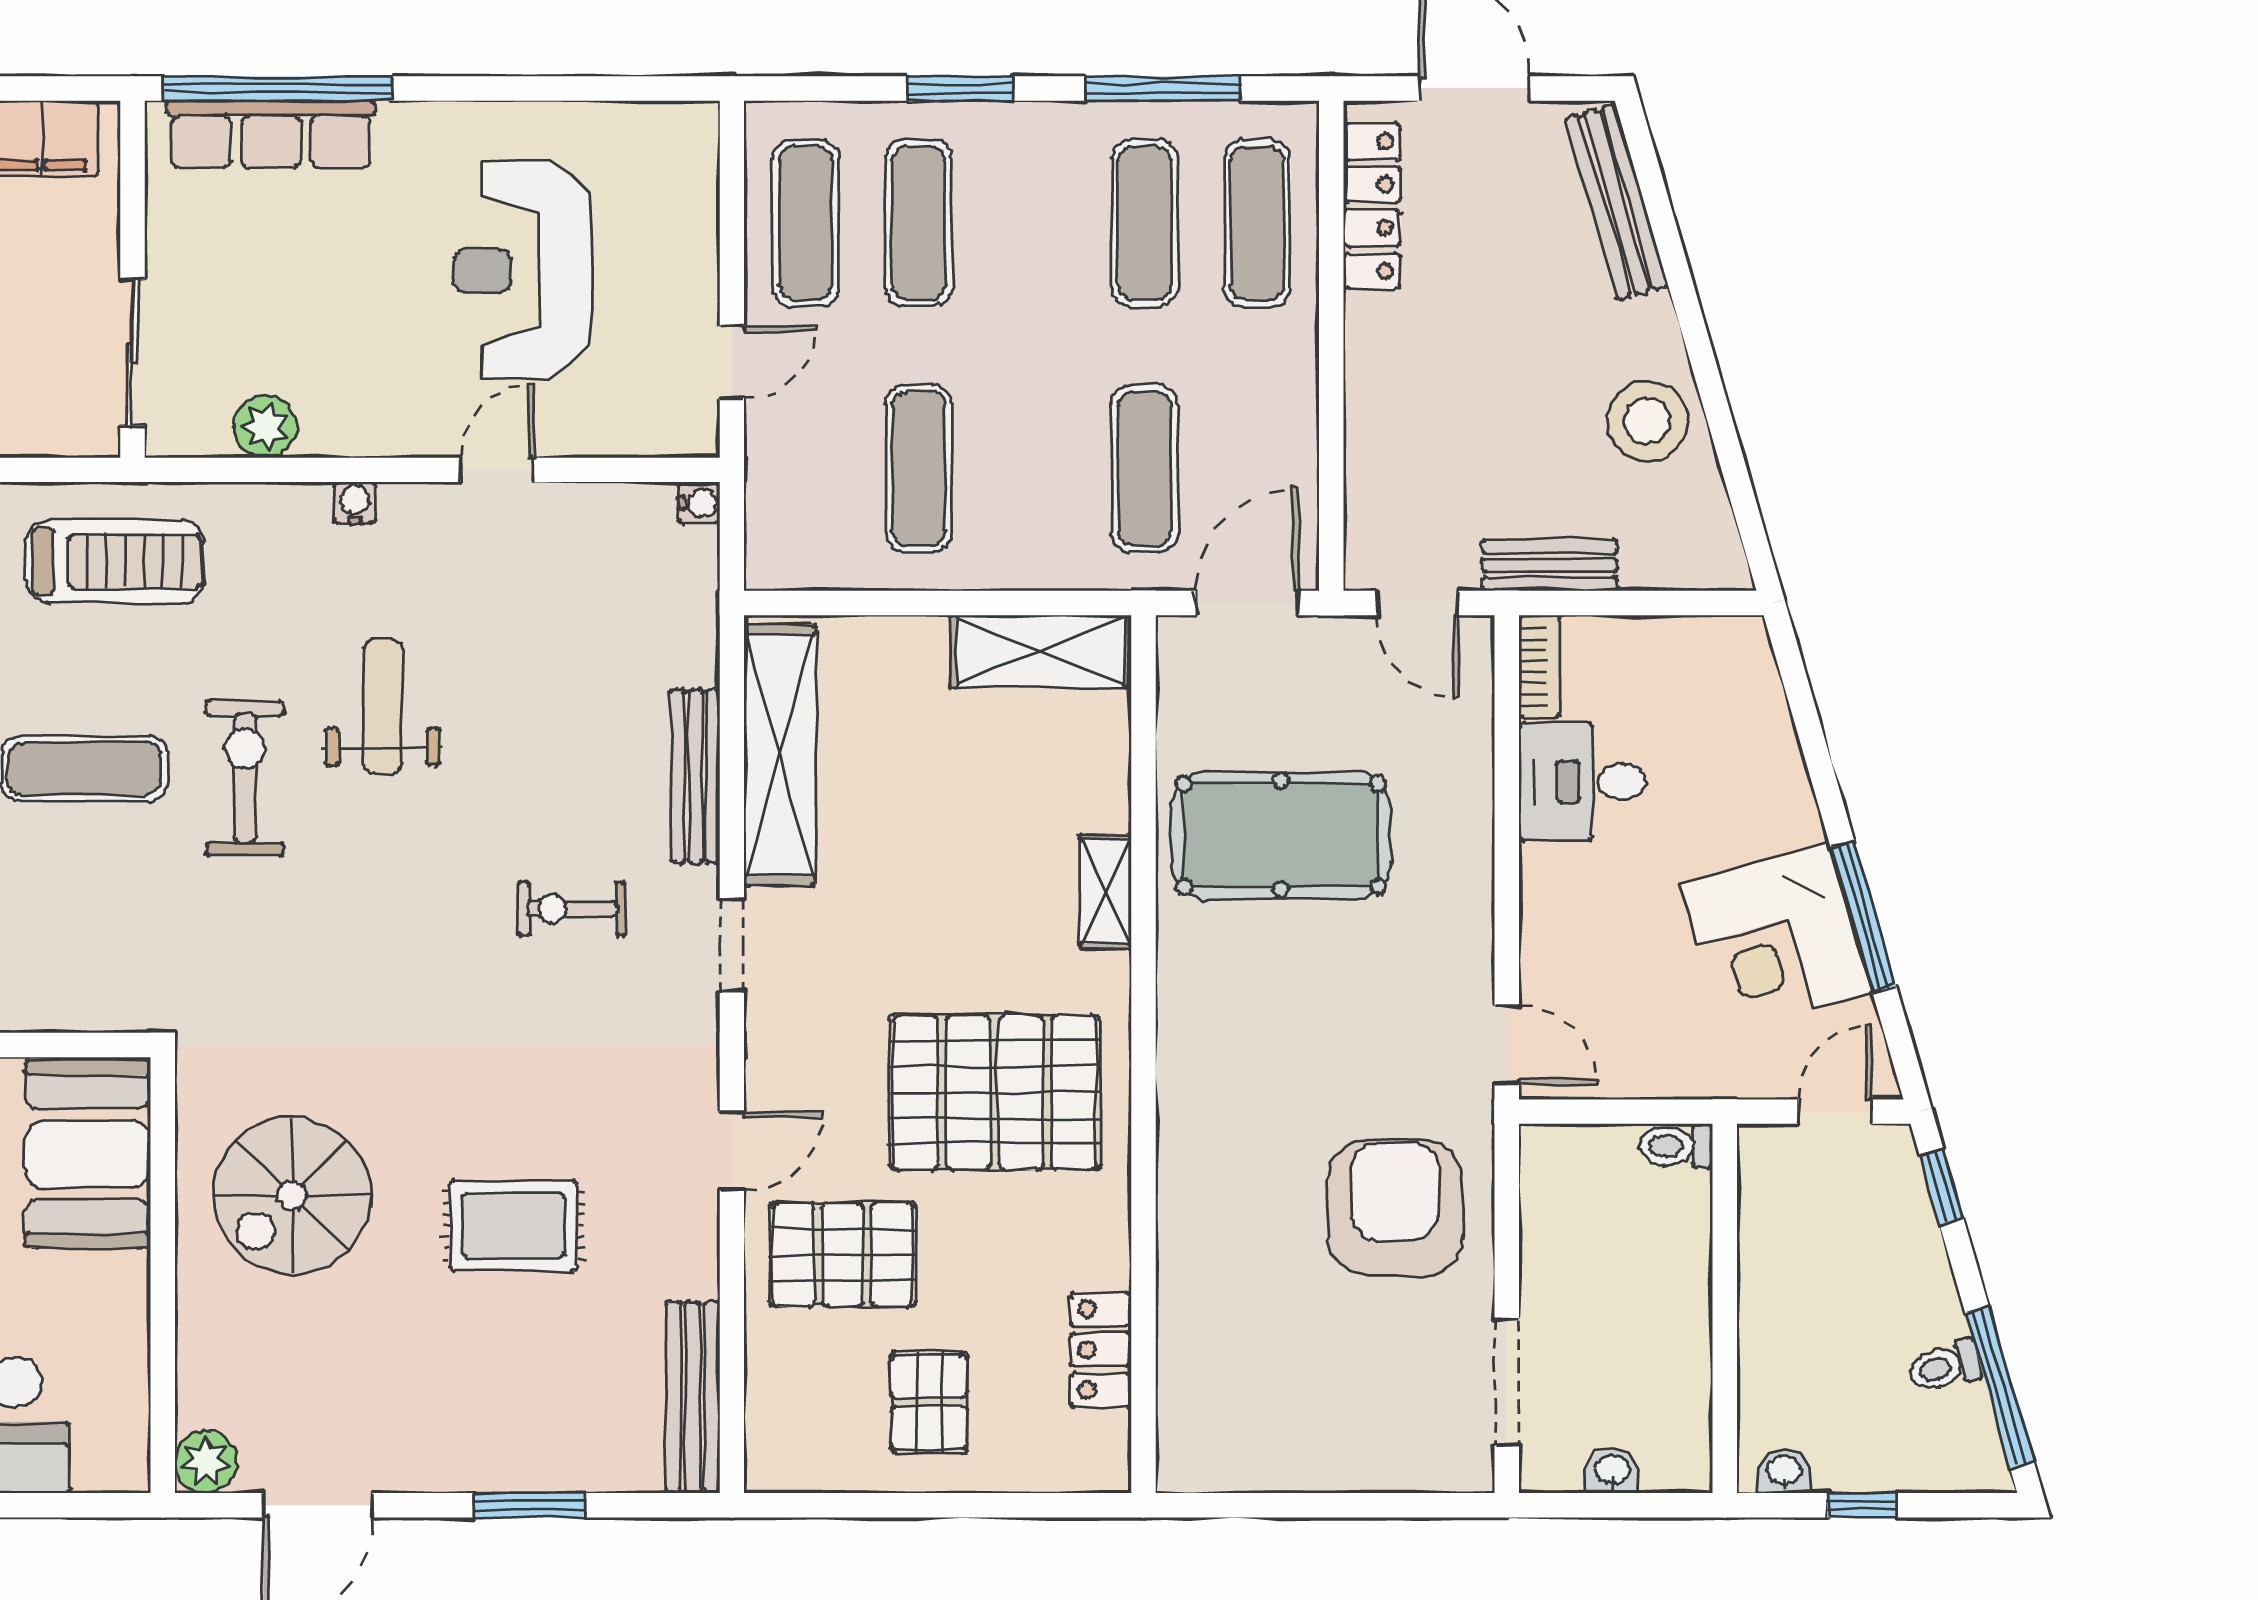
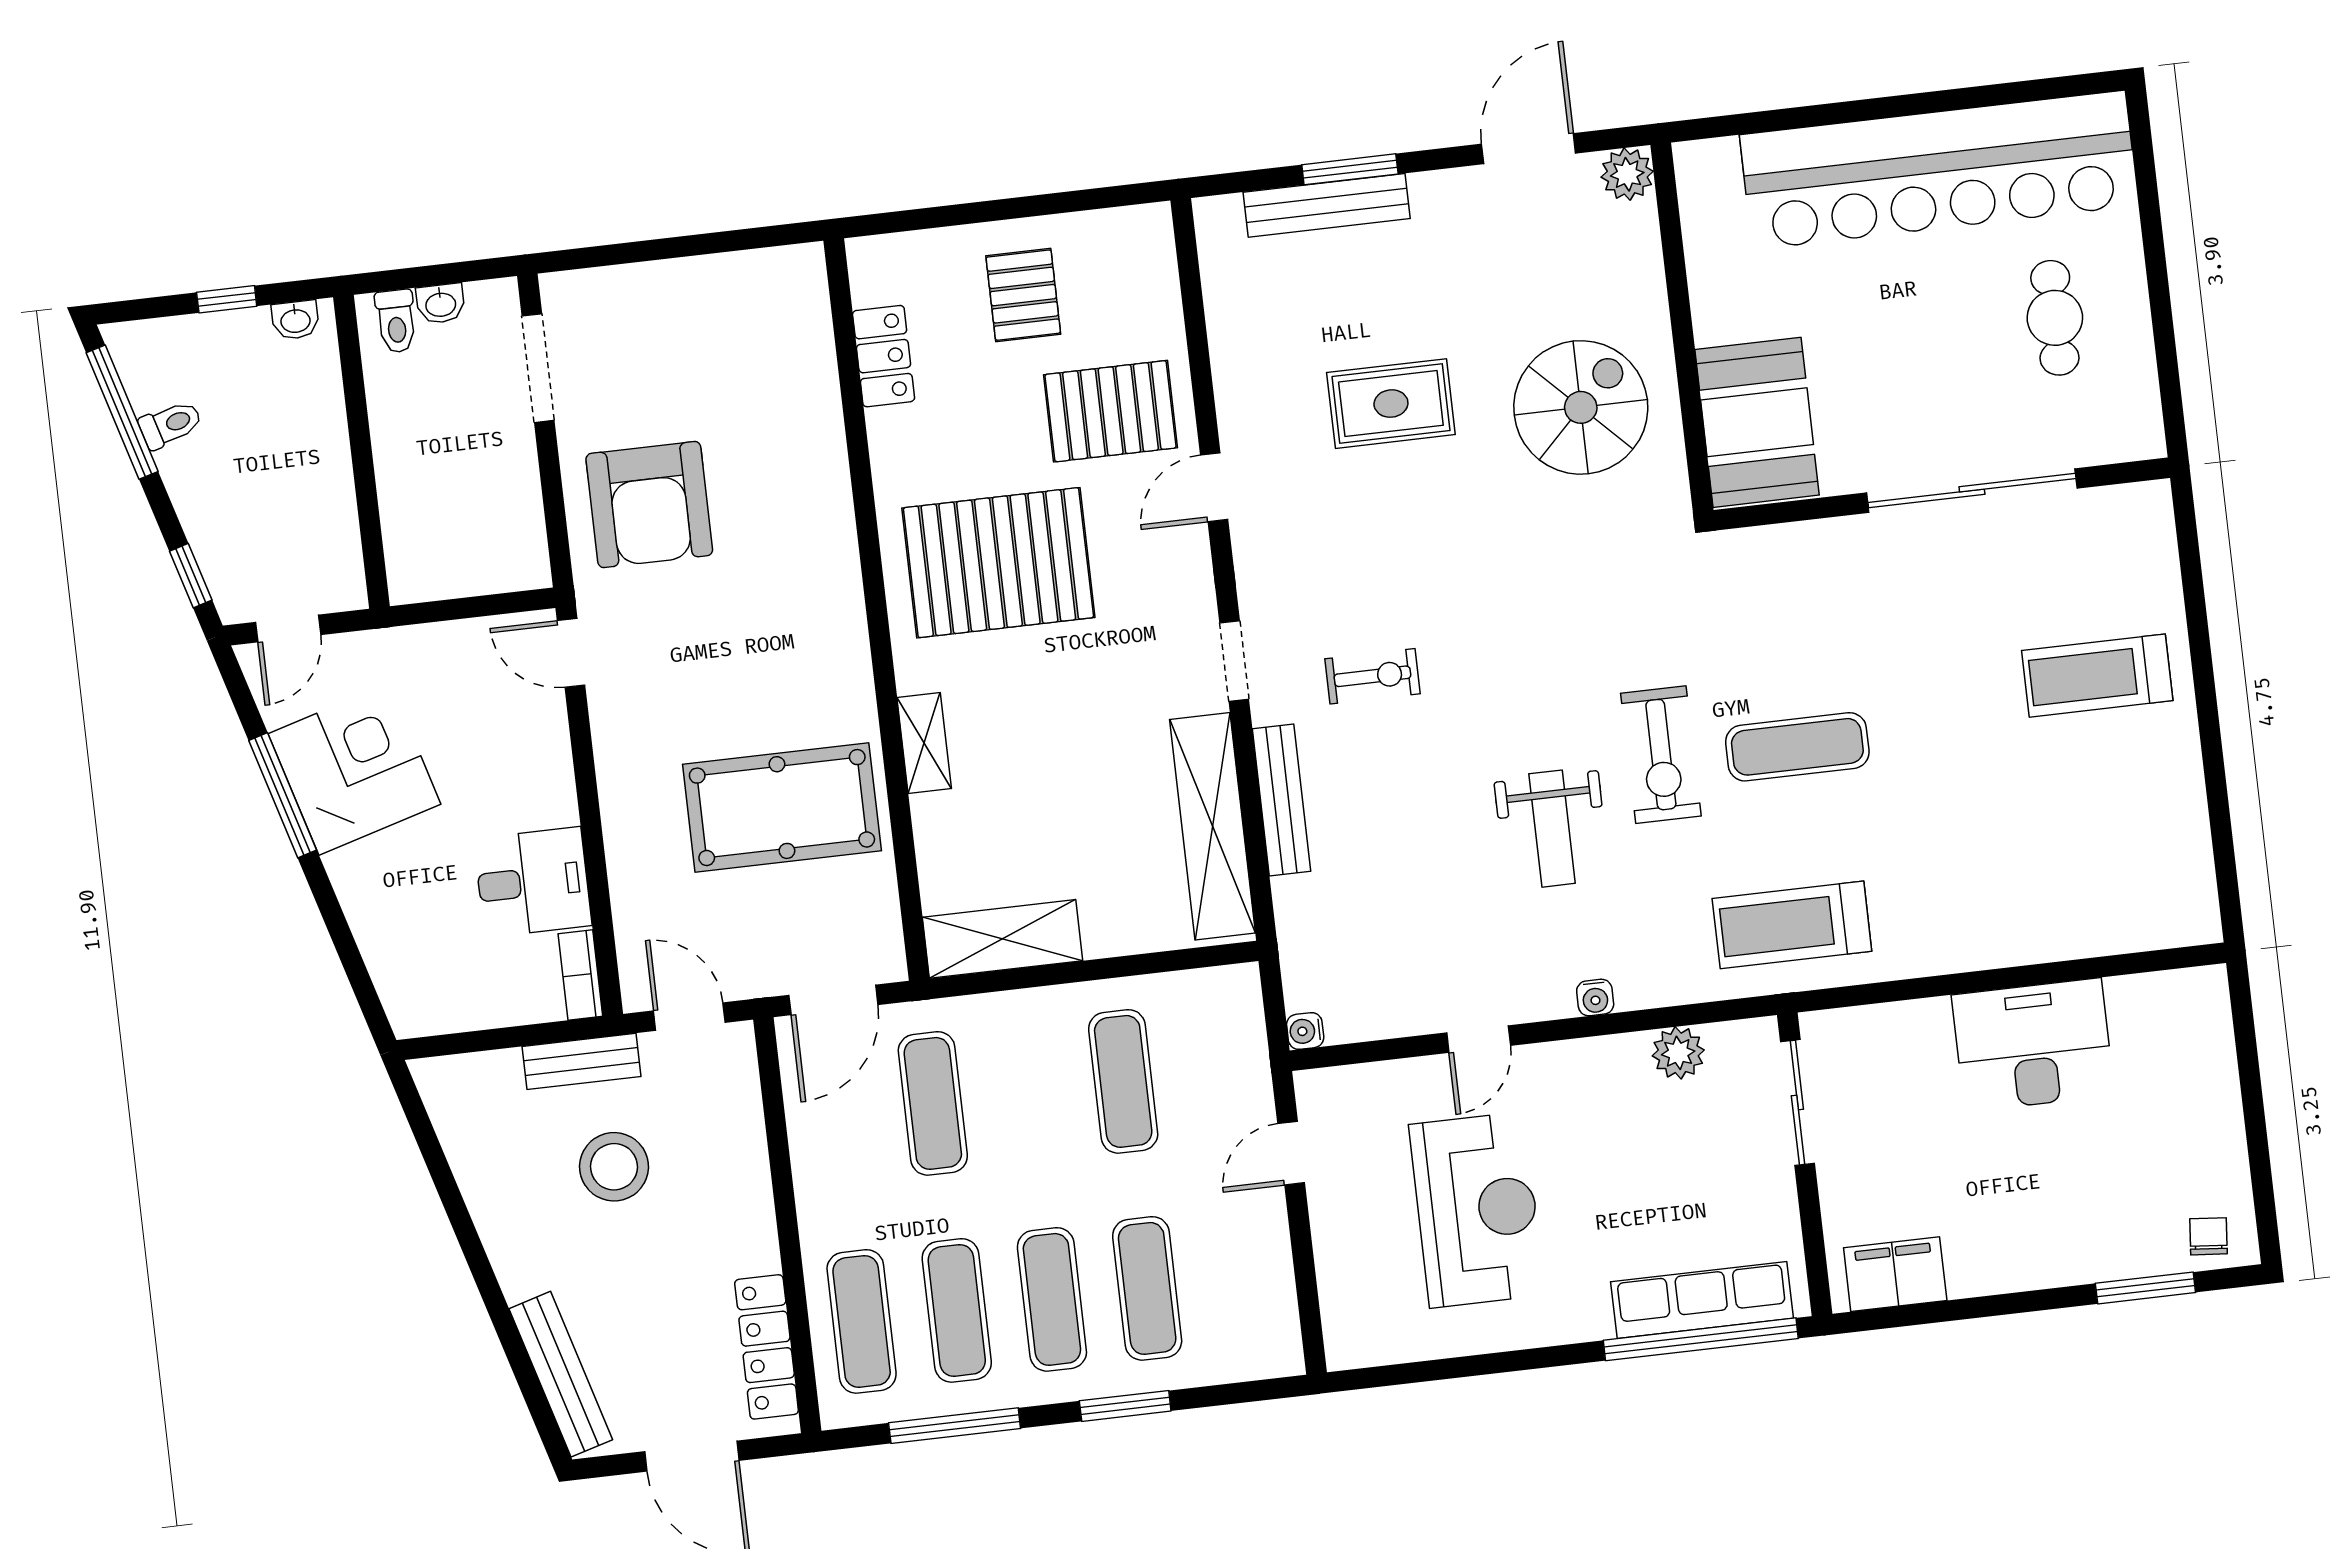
exercise mat: (806, 223) -> (1052, 1299), moved
stool: (1648, 421) -> (614, 1167), moved
toilet: (1676, 1146) -> (396, 321), moved, turned 90
bench: (693, 1397) -> (1327, 205), moved, turned 90

